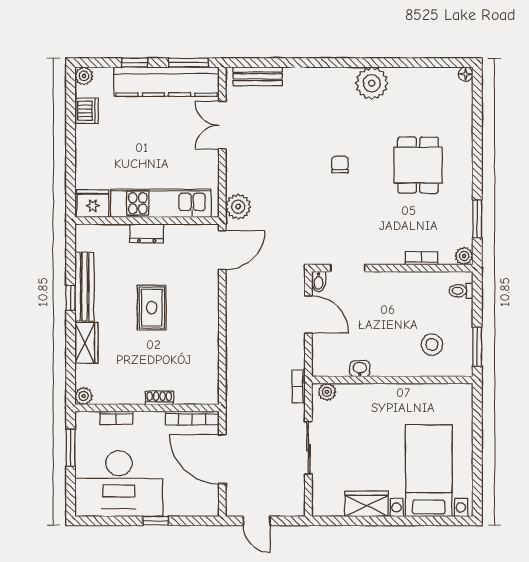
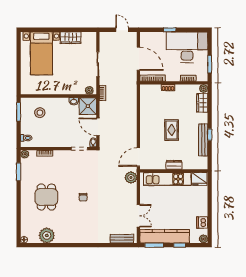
plant: (372, 83) -> (47, 235), moved
wardrobe: (87, 343) -> (202, 103), moved
shower: (330, 358) -> (88, 106), added

